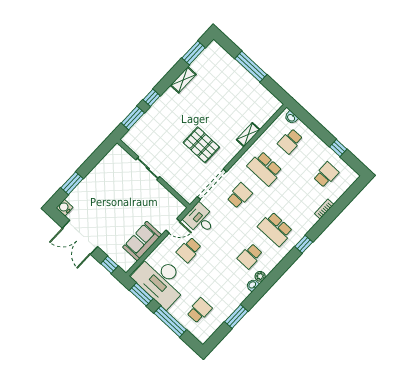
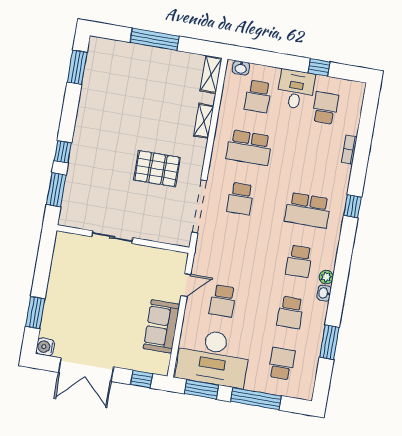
shelving: (183, 80) -> (211, 74), moved
school desk: (239, 196) -> (240, 199), turned 180
desk: (200, 219) -> (296, 89), moved, turned 90
school desk: (225, 283) -> (290, 312), added

